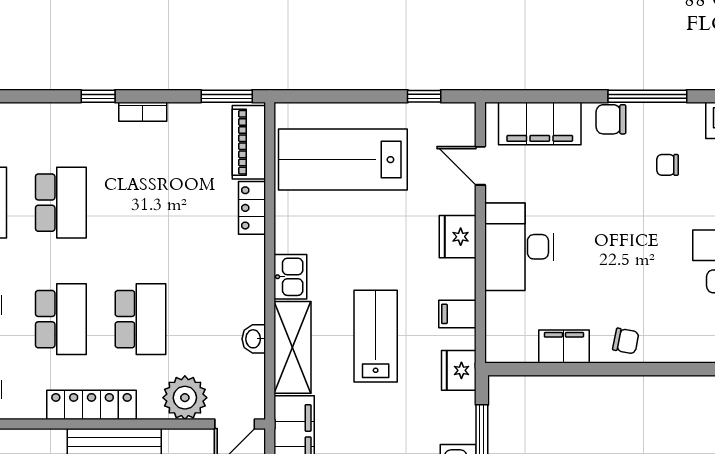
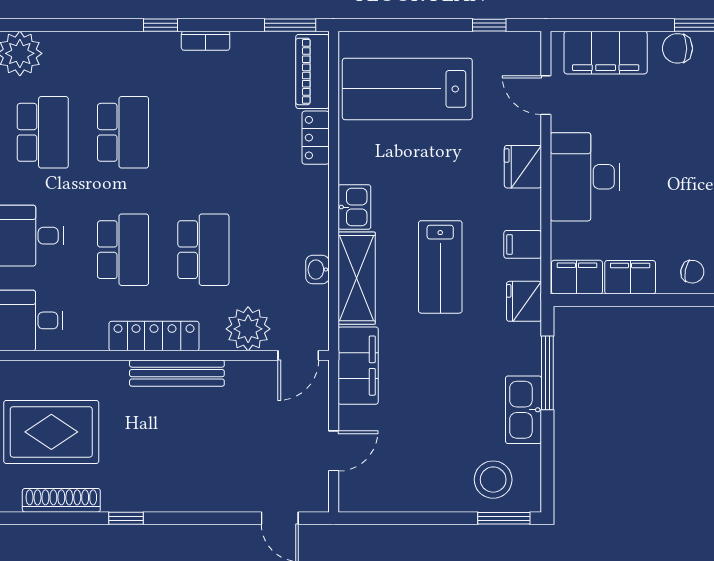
lab bench: (376, 336) -> (440, 267), turned 180
filing cabinet: (511, 346) -> (577, 277), added

